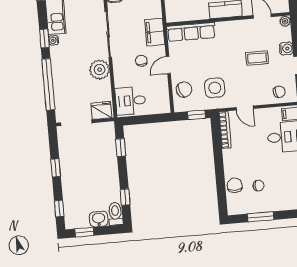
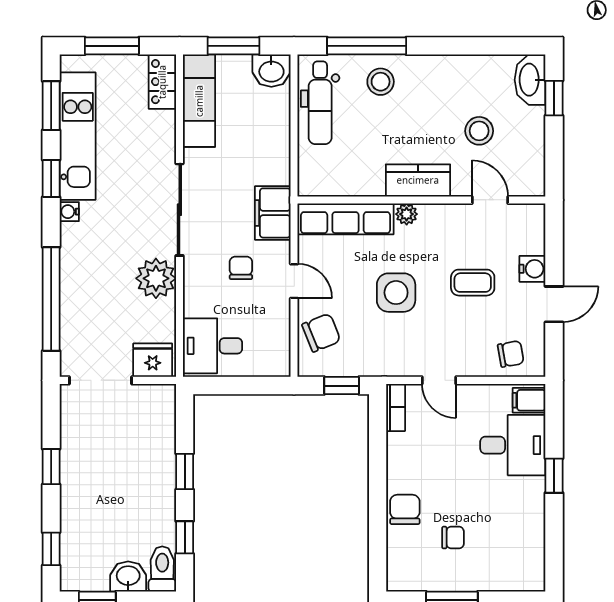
plant: (285, 21) -> (407, 214), moved
window: (44, 38) -> (51, 179), moved
door: (168, 65) -> (294, 281), swing flipped
side table: (215, 88) -> (396, 293), moved
bookcase: (225, 130) -> (396, 407), width x0.64
window: (121, 148) -> (185, 472), moved
chair: (235, 185) -> (405, 509), moved

